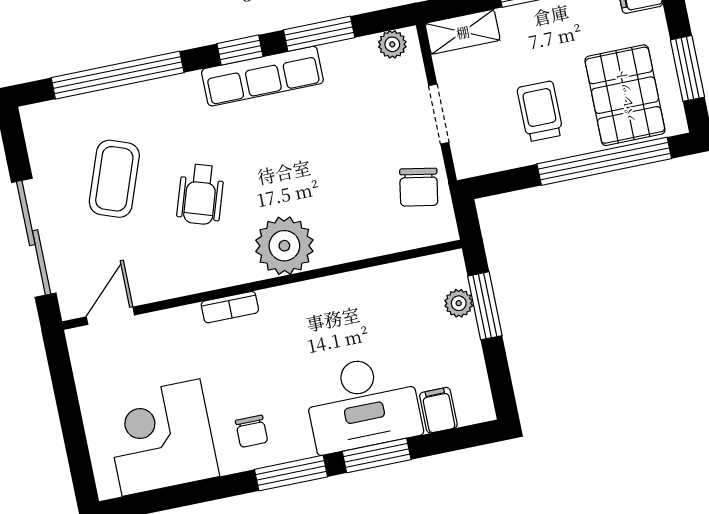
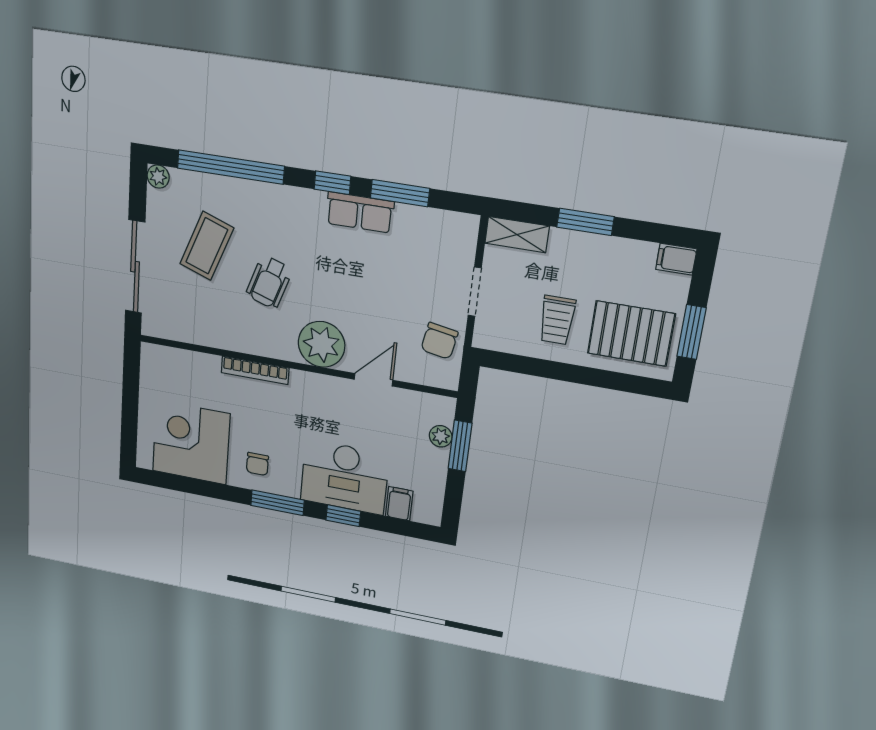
plant: (392, 44) -> (158, 177), moved
row of seats: (262, 76) -> (360, 212), width x0.68
pallet: (625, 95) -> (631, 334), turned 90
trolley: (540, 111) -> (557, 320), turned 180
window: (604, 161) -> (594, 377), removed
bookcase: (230, 307) -> (255, 370), width x1.56
door: (110, 316) -> (373, 380), moved
window: (377, 455) -> (343, 516), width x0.67

